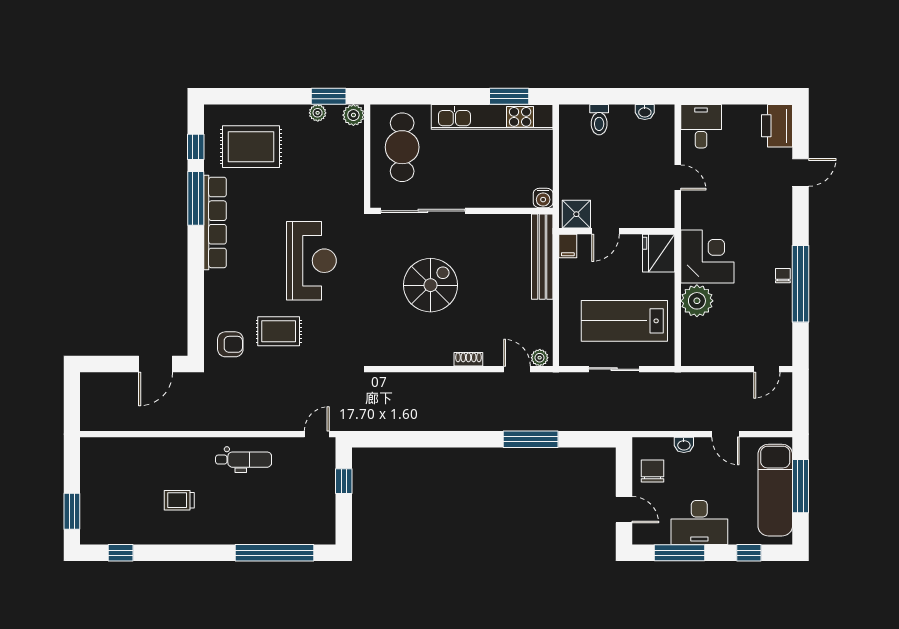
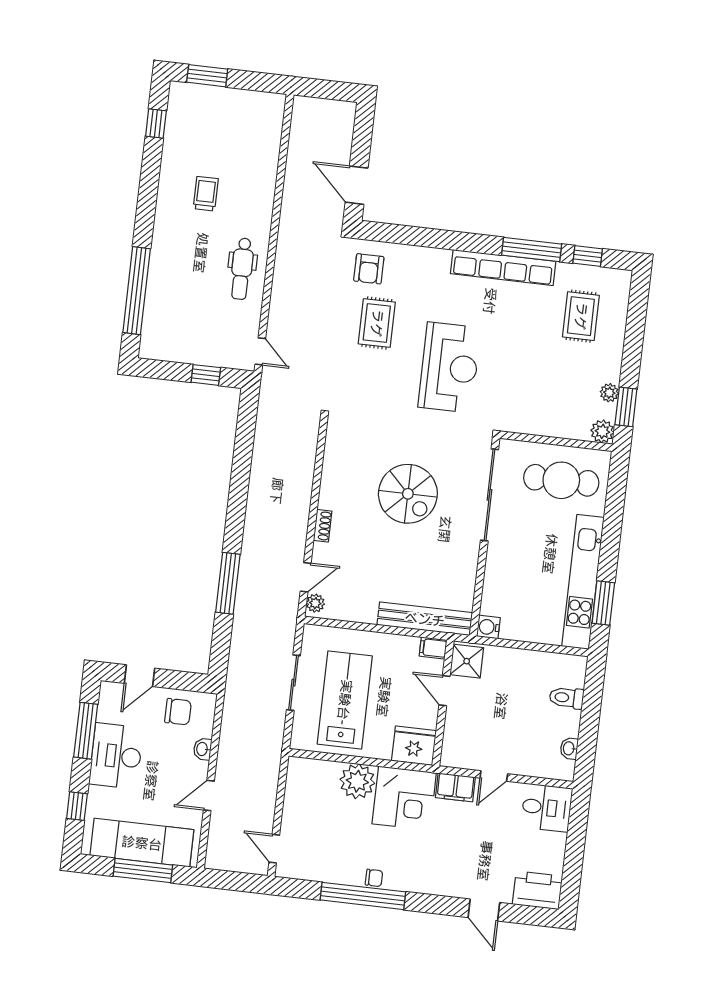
rug: (251, 147) -> (581, 316), width x0.73, depth x0.70
filing cabinet: (692, 211) -> (455, 787), added
reception desk: (311, 261) -> (449, 367), turned -90

